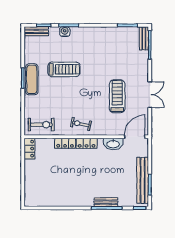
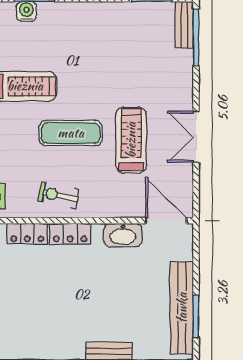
exercise mat: (87, 93) -> (71, 133), added
double door: (150, 95) -> (196, 137), swing flipped
door: (135, 137) -> (166, 221), hinge flipped

